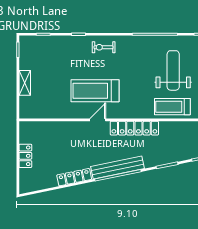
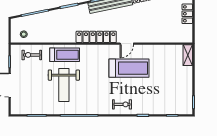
shelving: (25, 83) -> (188, 55), moved

